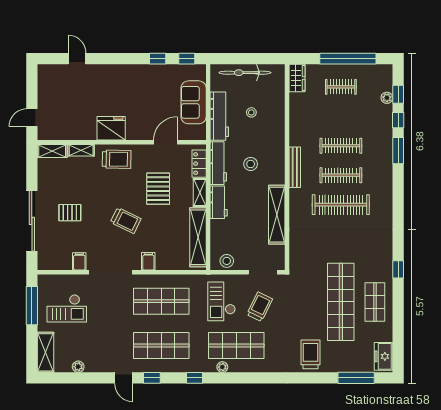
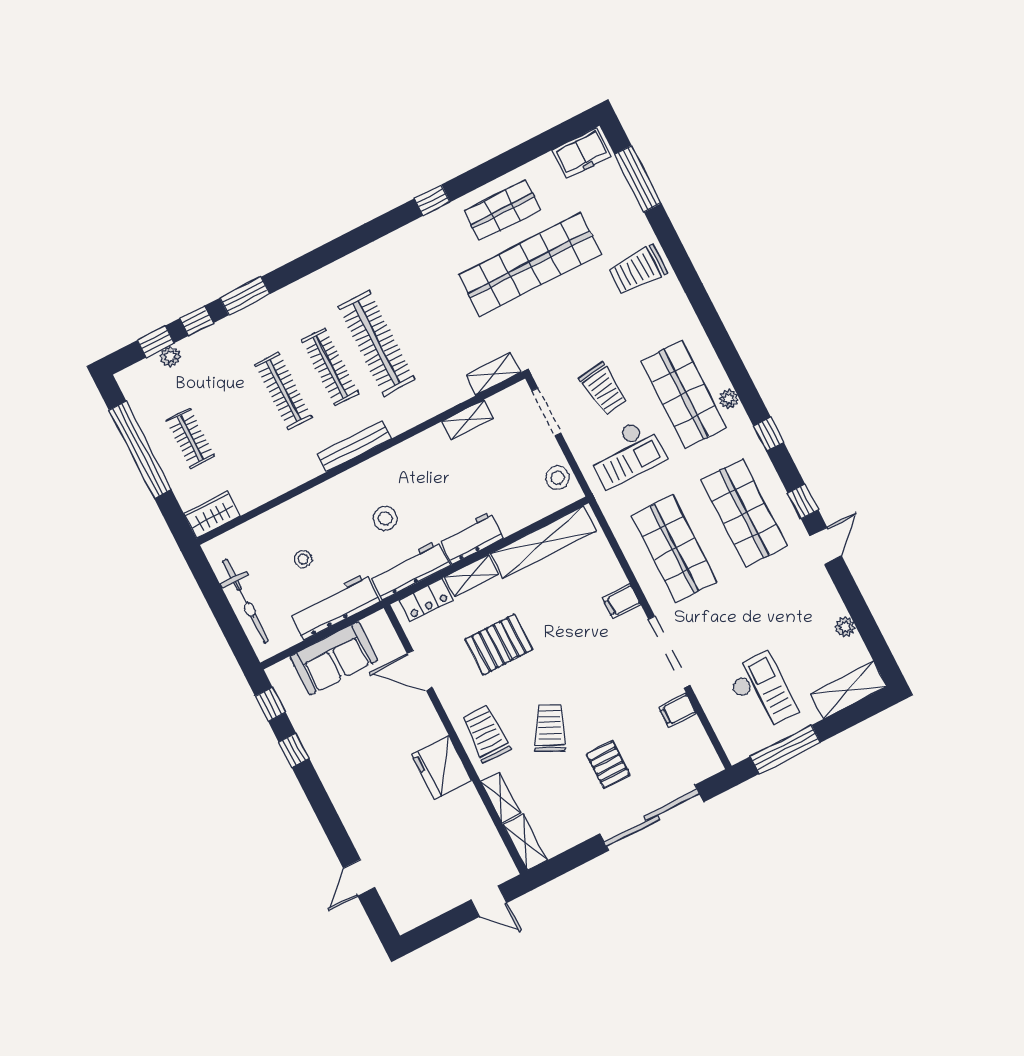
shelving: (277, 215) -> (468, 420), width x0.45, depth x0.75
trolley: (126, 220) -> (550, 728), moved
shelving: (295, 255) -> (493, 374), added
trolley: (260, 307) -> (603, 389), turned -123

